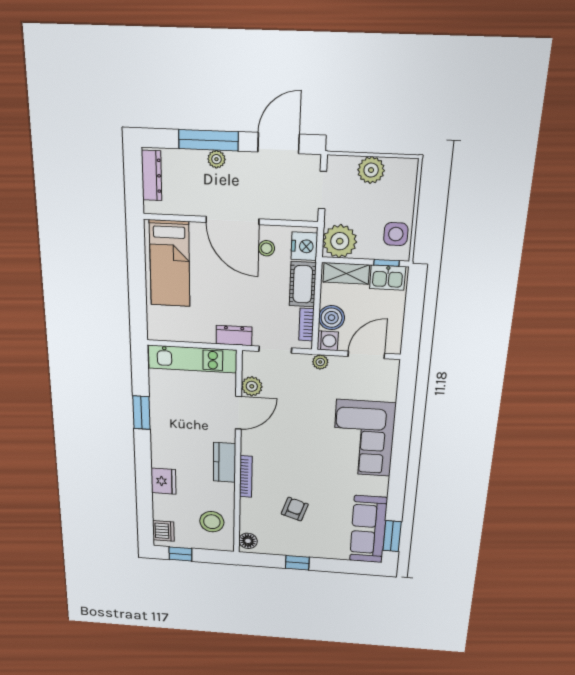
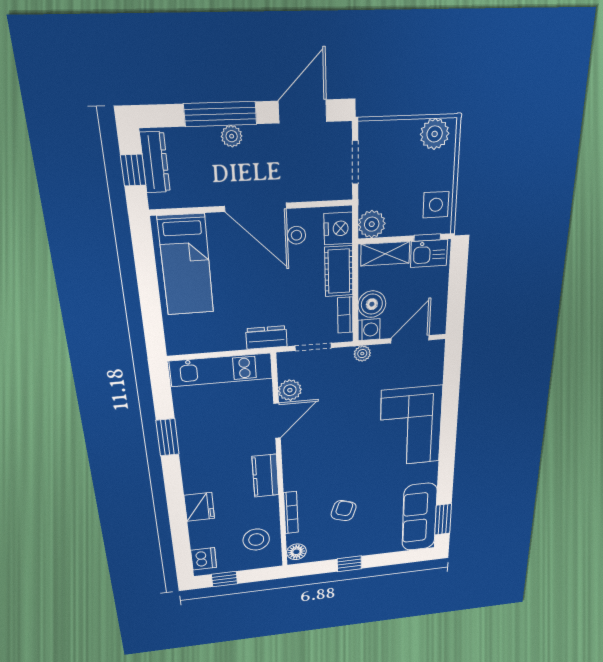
plant: (371, 170) -> (435, 134), moved
window: (133, 180) -> (133, 170), added
plant: (340, 241) -> (372, 224), width x0.73, depth x0.73
bookcase: (246, 477) -> (291, 513), moved

